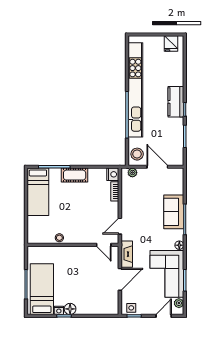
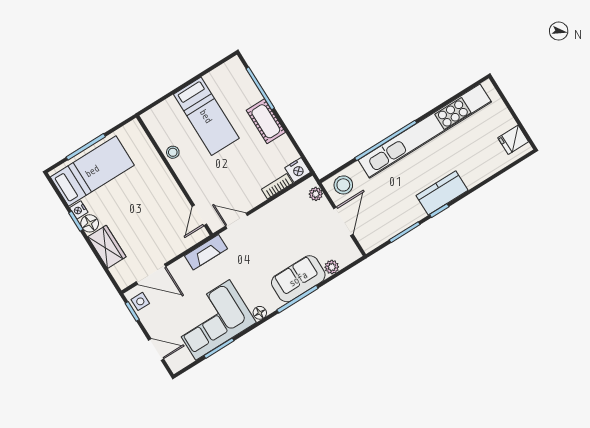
bed: (38, 192) -> (206, 116), moved, turned -90
door: (120, 279) -> (151, 274), moved
plant: (179, 303) -> (332, 267), moved
wardrobe: (89, 307) -> (107, 247), added

